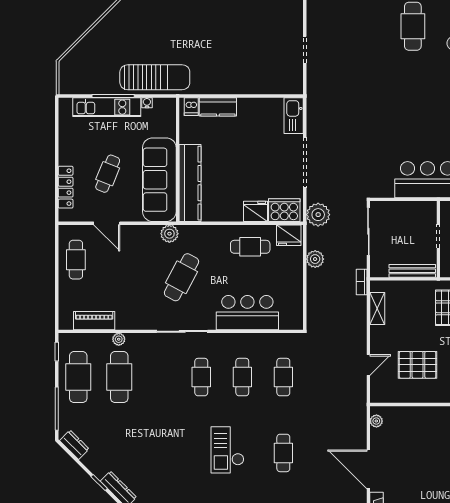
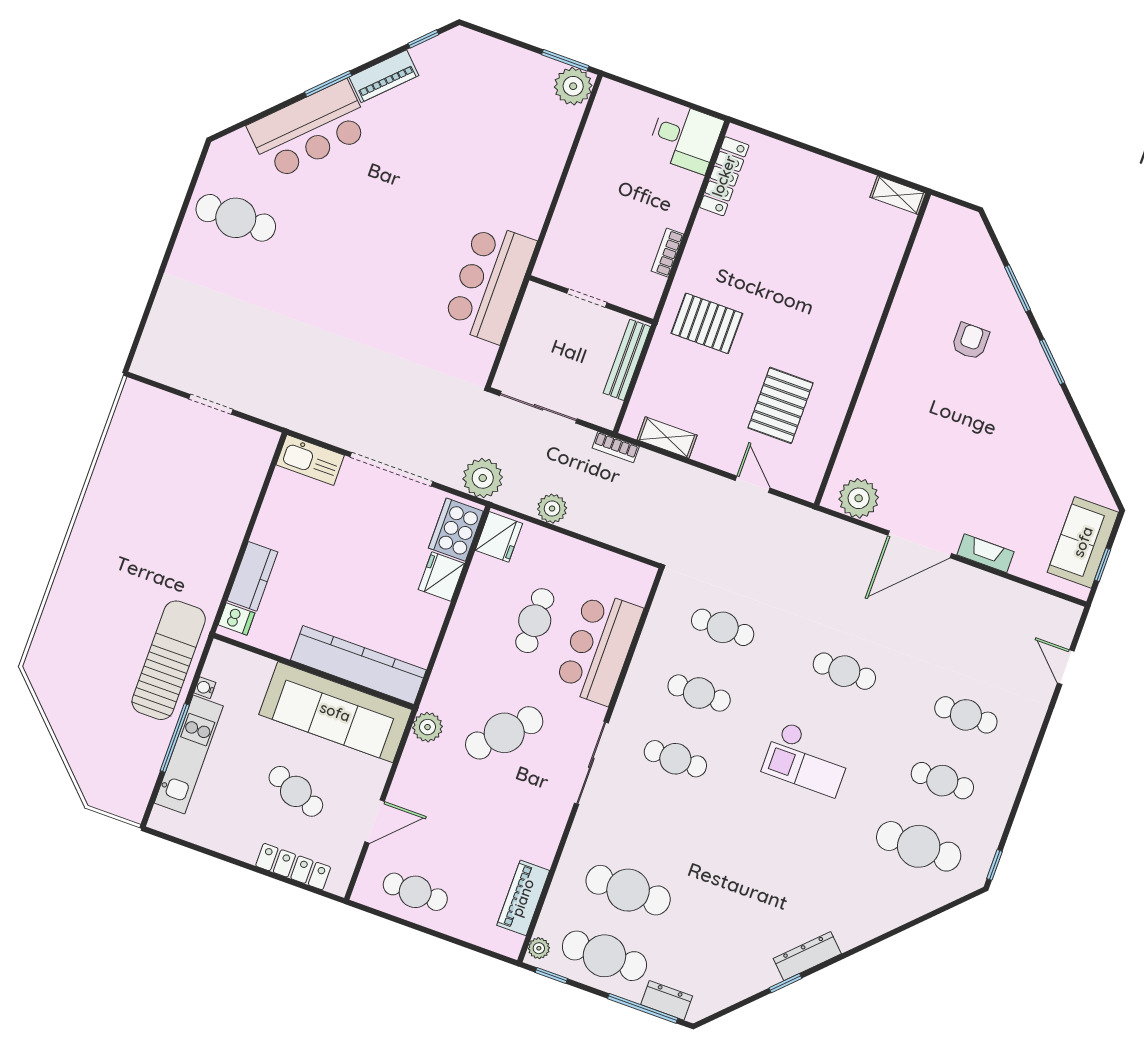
cafe table: (250, 247) -> (535, 621), moved
cafe table: (182, 277) -> (504, 733), turned -74
plant: (119, 339) -> (539, 948), moved
plant: (376, 421) -> (859, 498), width x1.88, depth x1.88
dresser: (74, 445) -> (667, 1000), moved, turned 45

